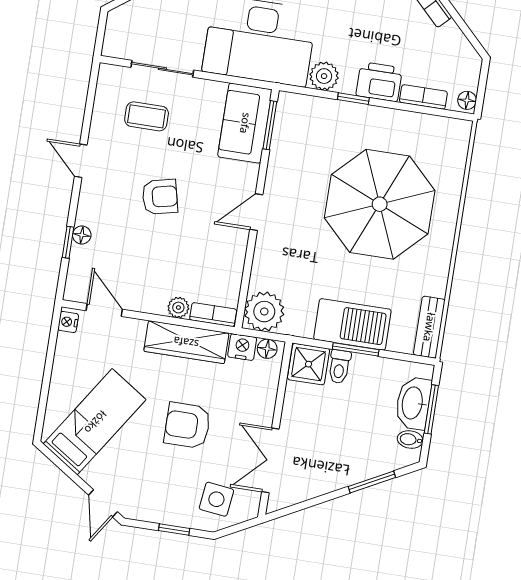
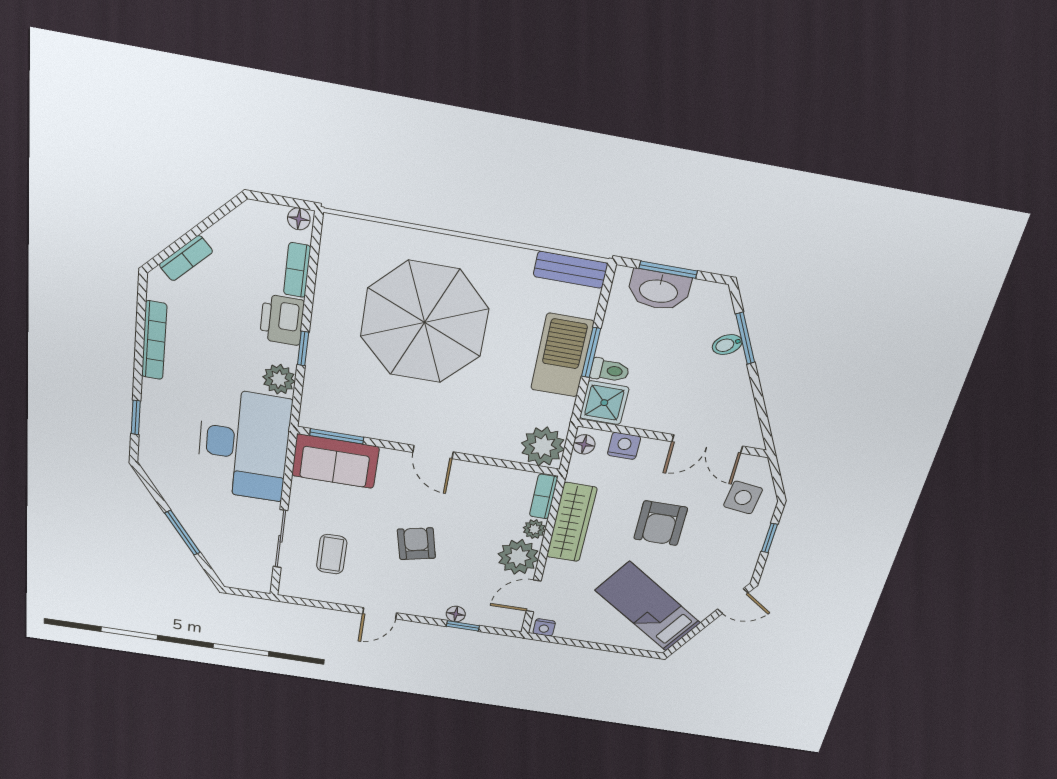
plant: (148, 294) -> (518, 557), added
nightstand: (242, 347) -> (624, 446), moved, turned 90
bidet: (410, 440) -> (727, 345), moved, turned 62

